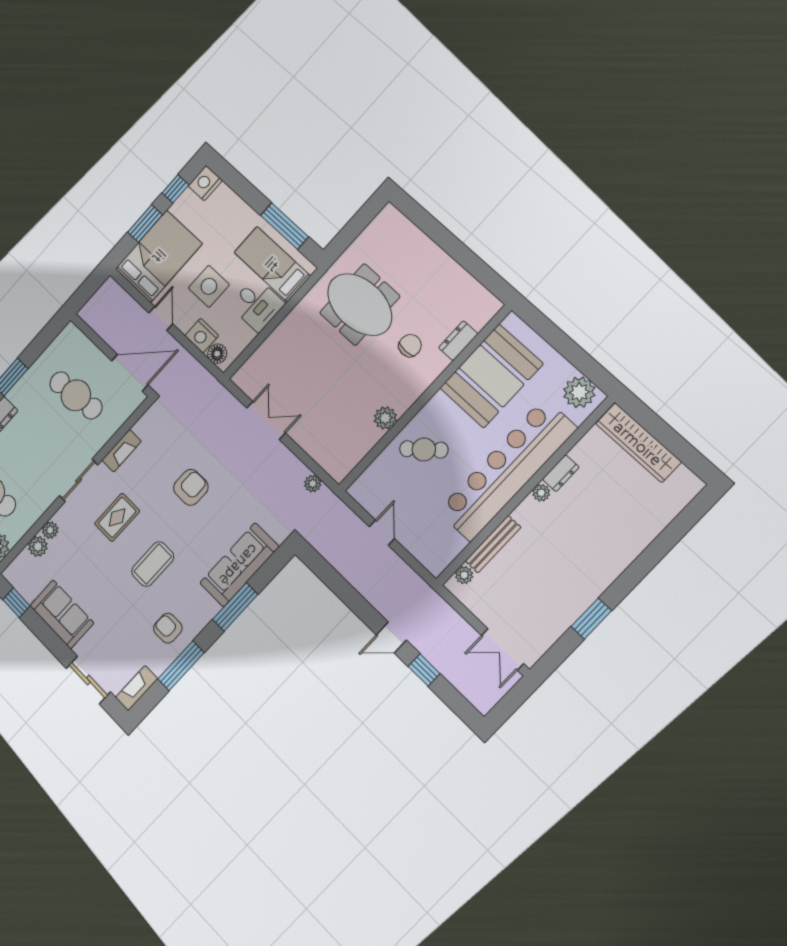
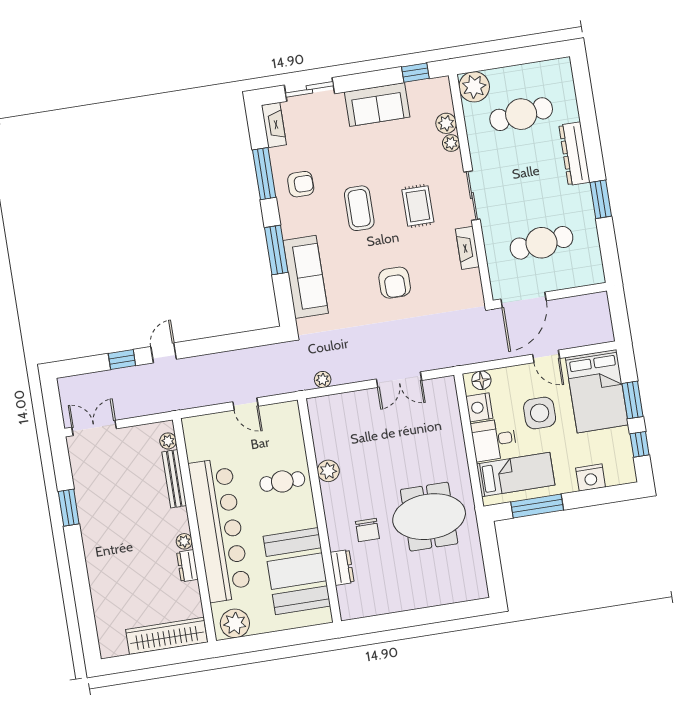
nightstand: (205, 183) -> (591, 478), moved, turned 90
nightstand: (202, 336) -> (479, 407), moved, turned -90
cafe table: (424, 449) -> (282, 481), turned 40

